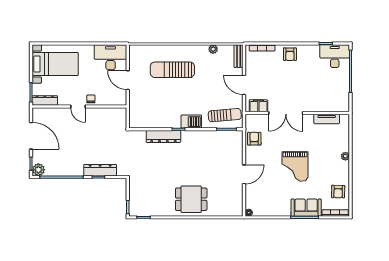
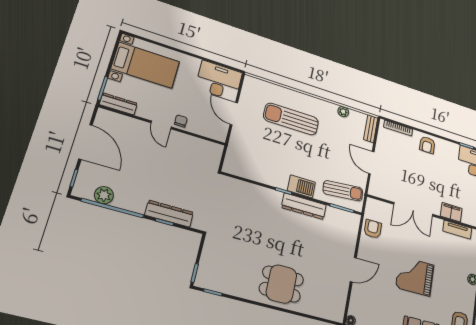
filing cabinet: (258, 106) -> (451, 212), moved
dresser: (163, 137) -> (304, 206), moved
grand piano: (295, 167) -> (415, 276), turned 90
plant: (38, 170) -> (104, 195), moved

